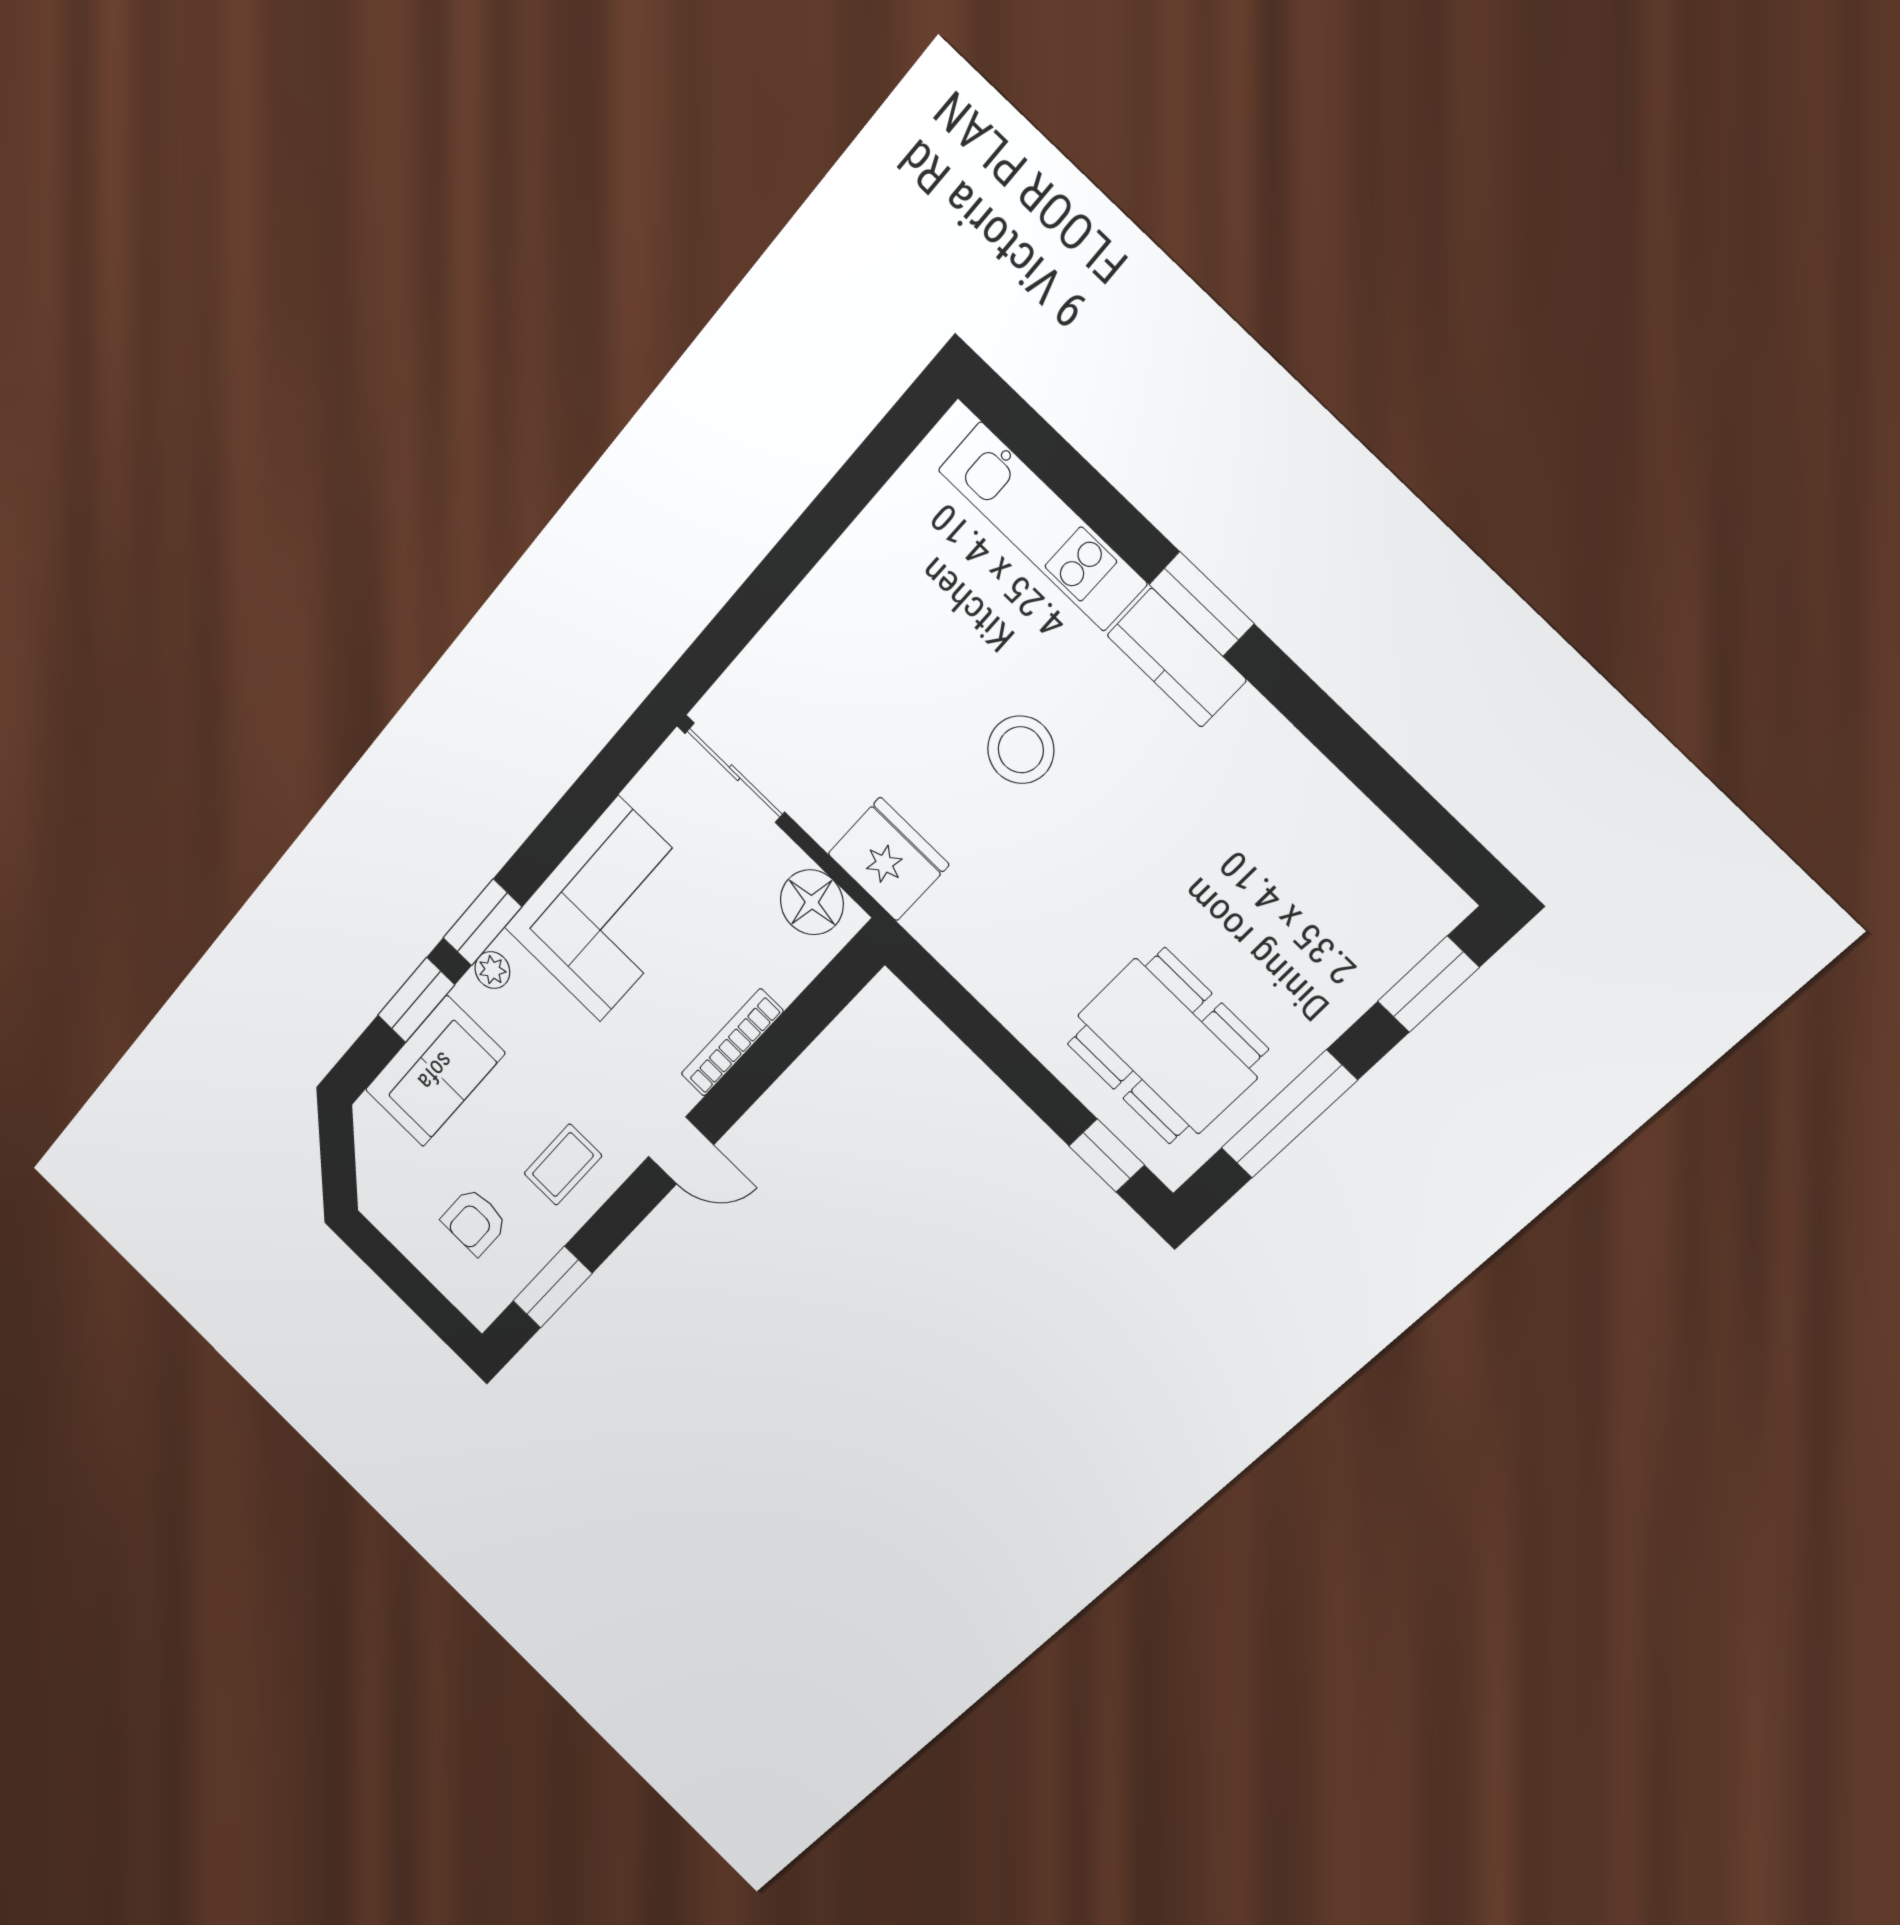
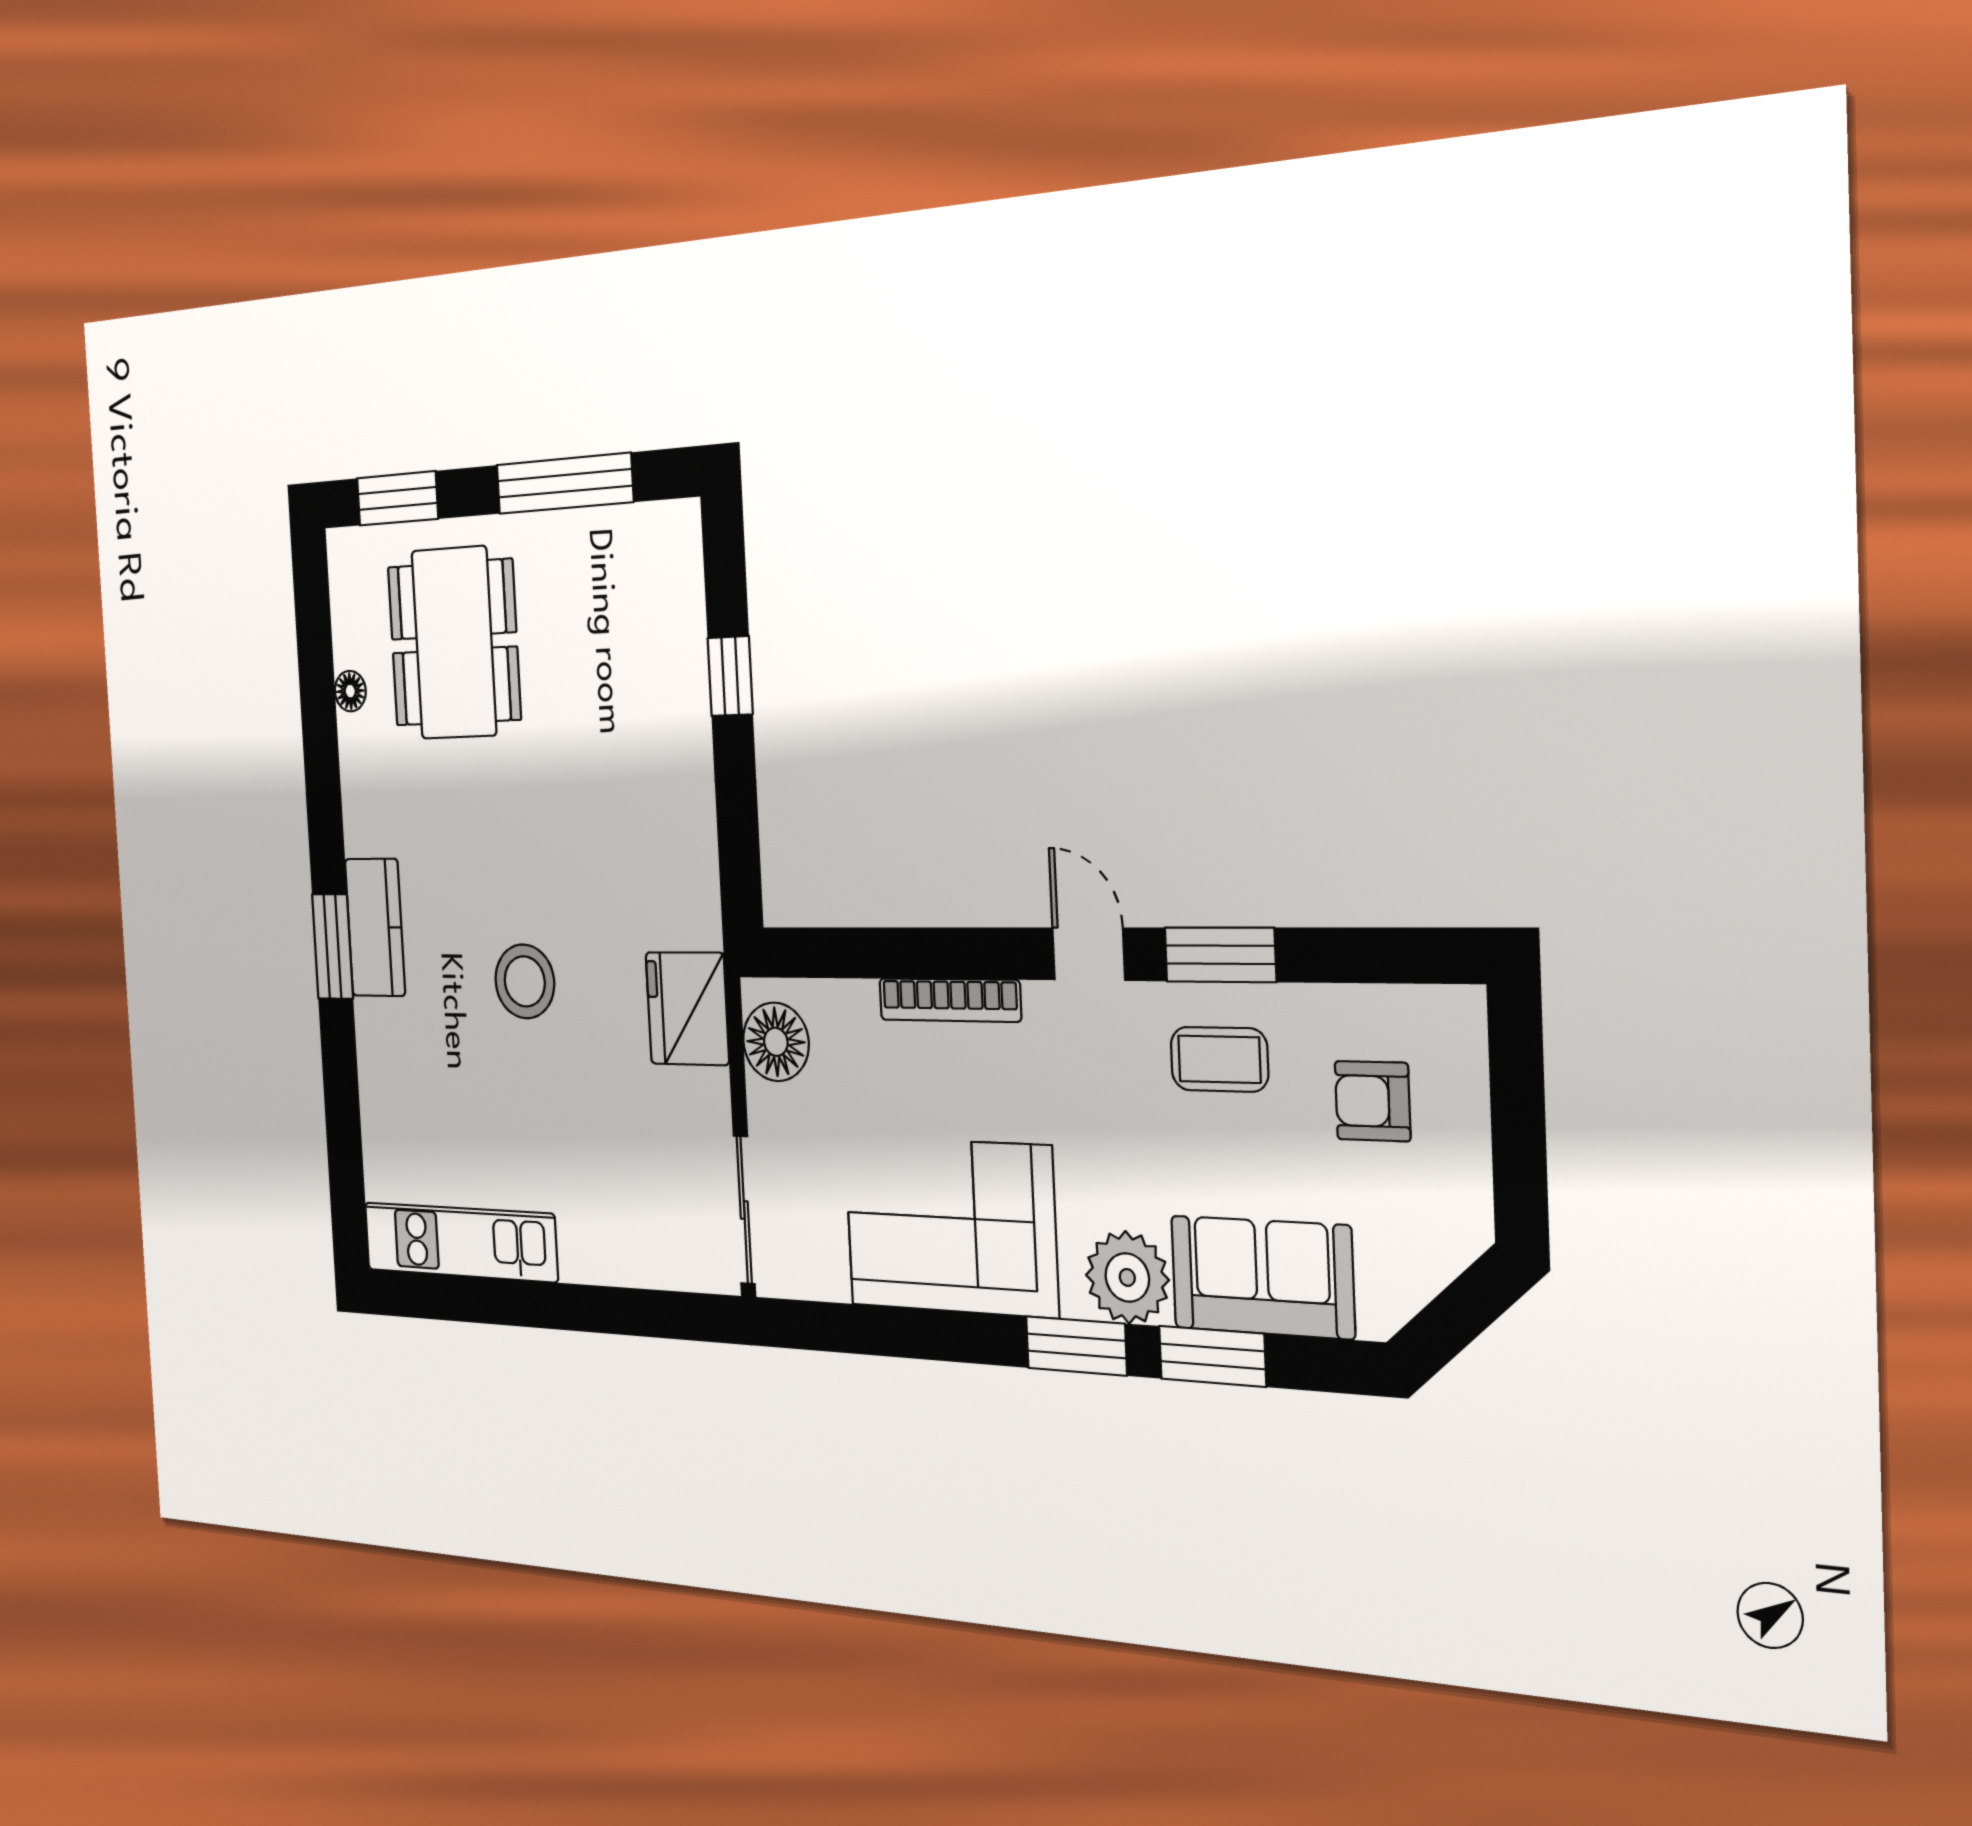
kitchen unit: (1042, 527) -> (460, 1242), moved, turned -90
floor lamp: (1351, 808) -> (350, 691), added
plant: (492, 970) -> (1127, 1277), width x1.88, depth x1.88
dining table: (1167, 1046) -> (454, 643), moved
window: (1107, 1156) -> (730, 676), moved
armchair: (474, 1222) -> (1373, 1101), turned 180
window: (552, 1287) -> (1220, 955), moved

